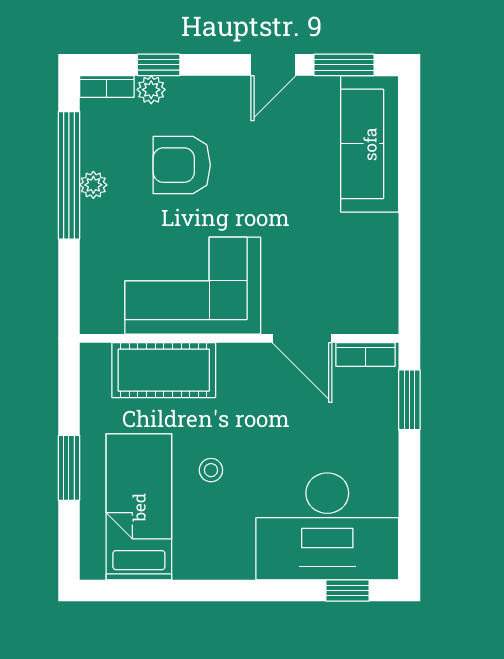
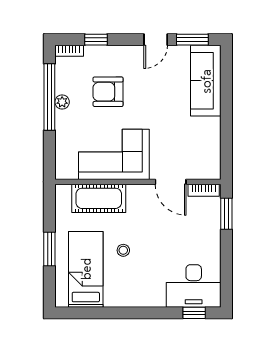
plant: (151, 90) -> (92, 53), removed
desk: (327, 526) -> (194, 286), width x0.73, depth x0.77

